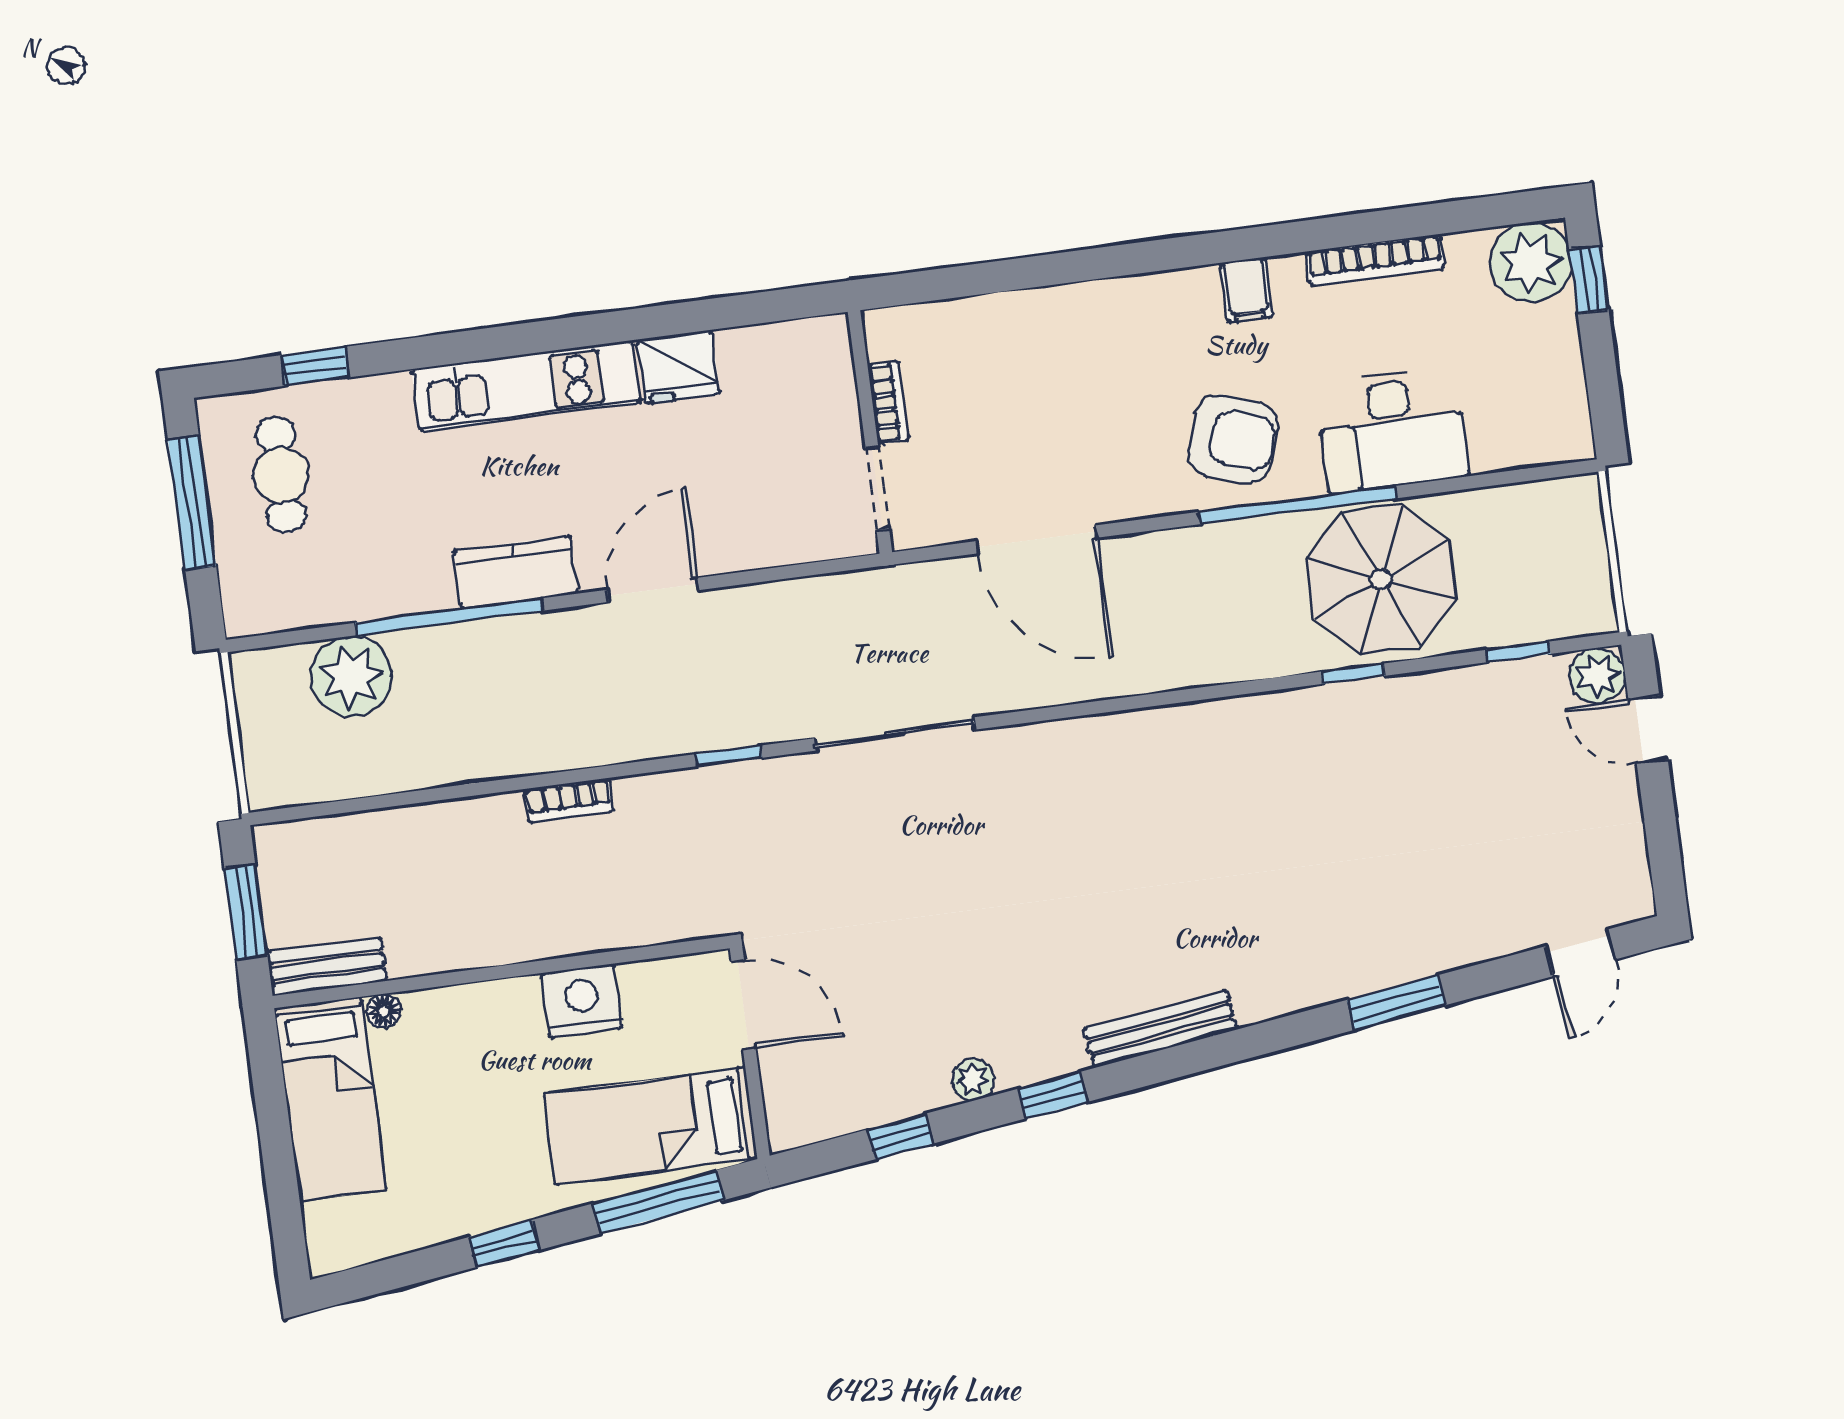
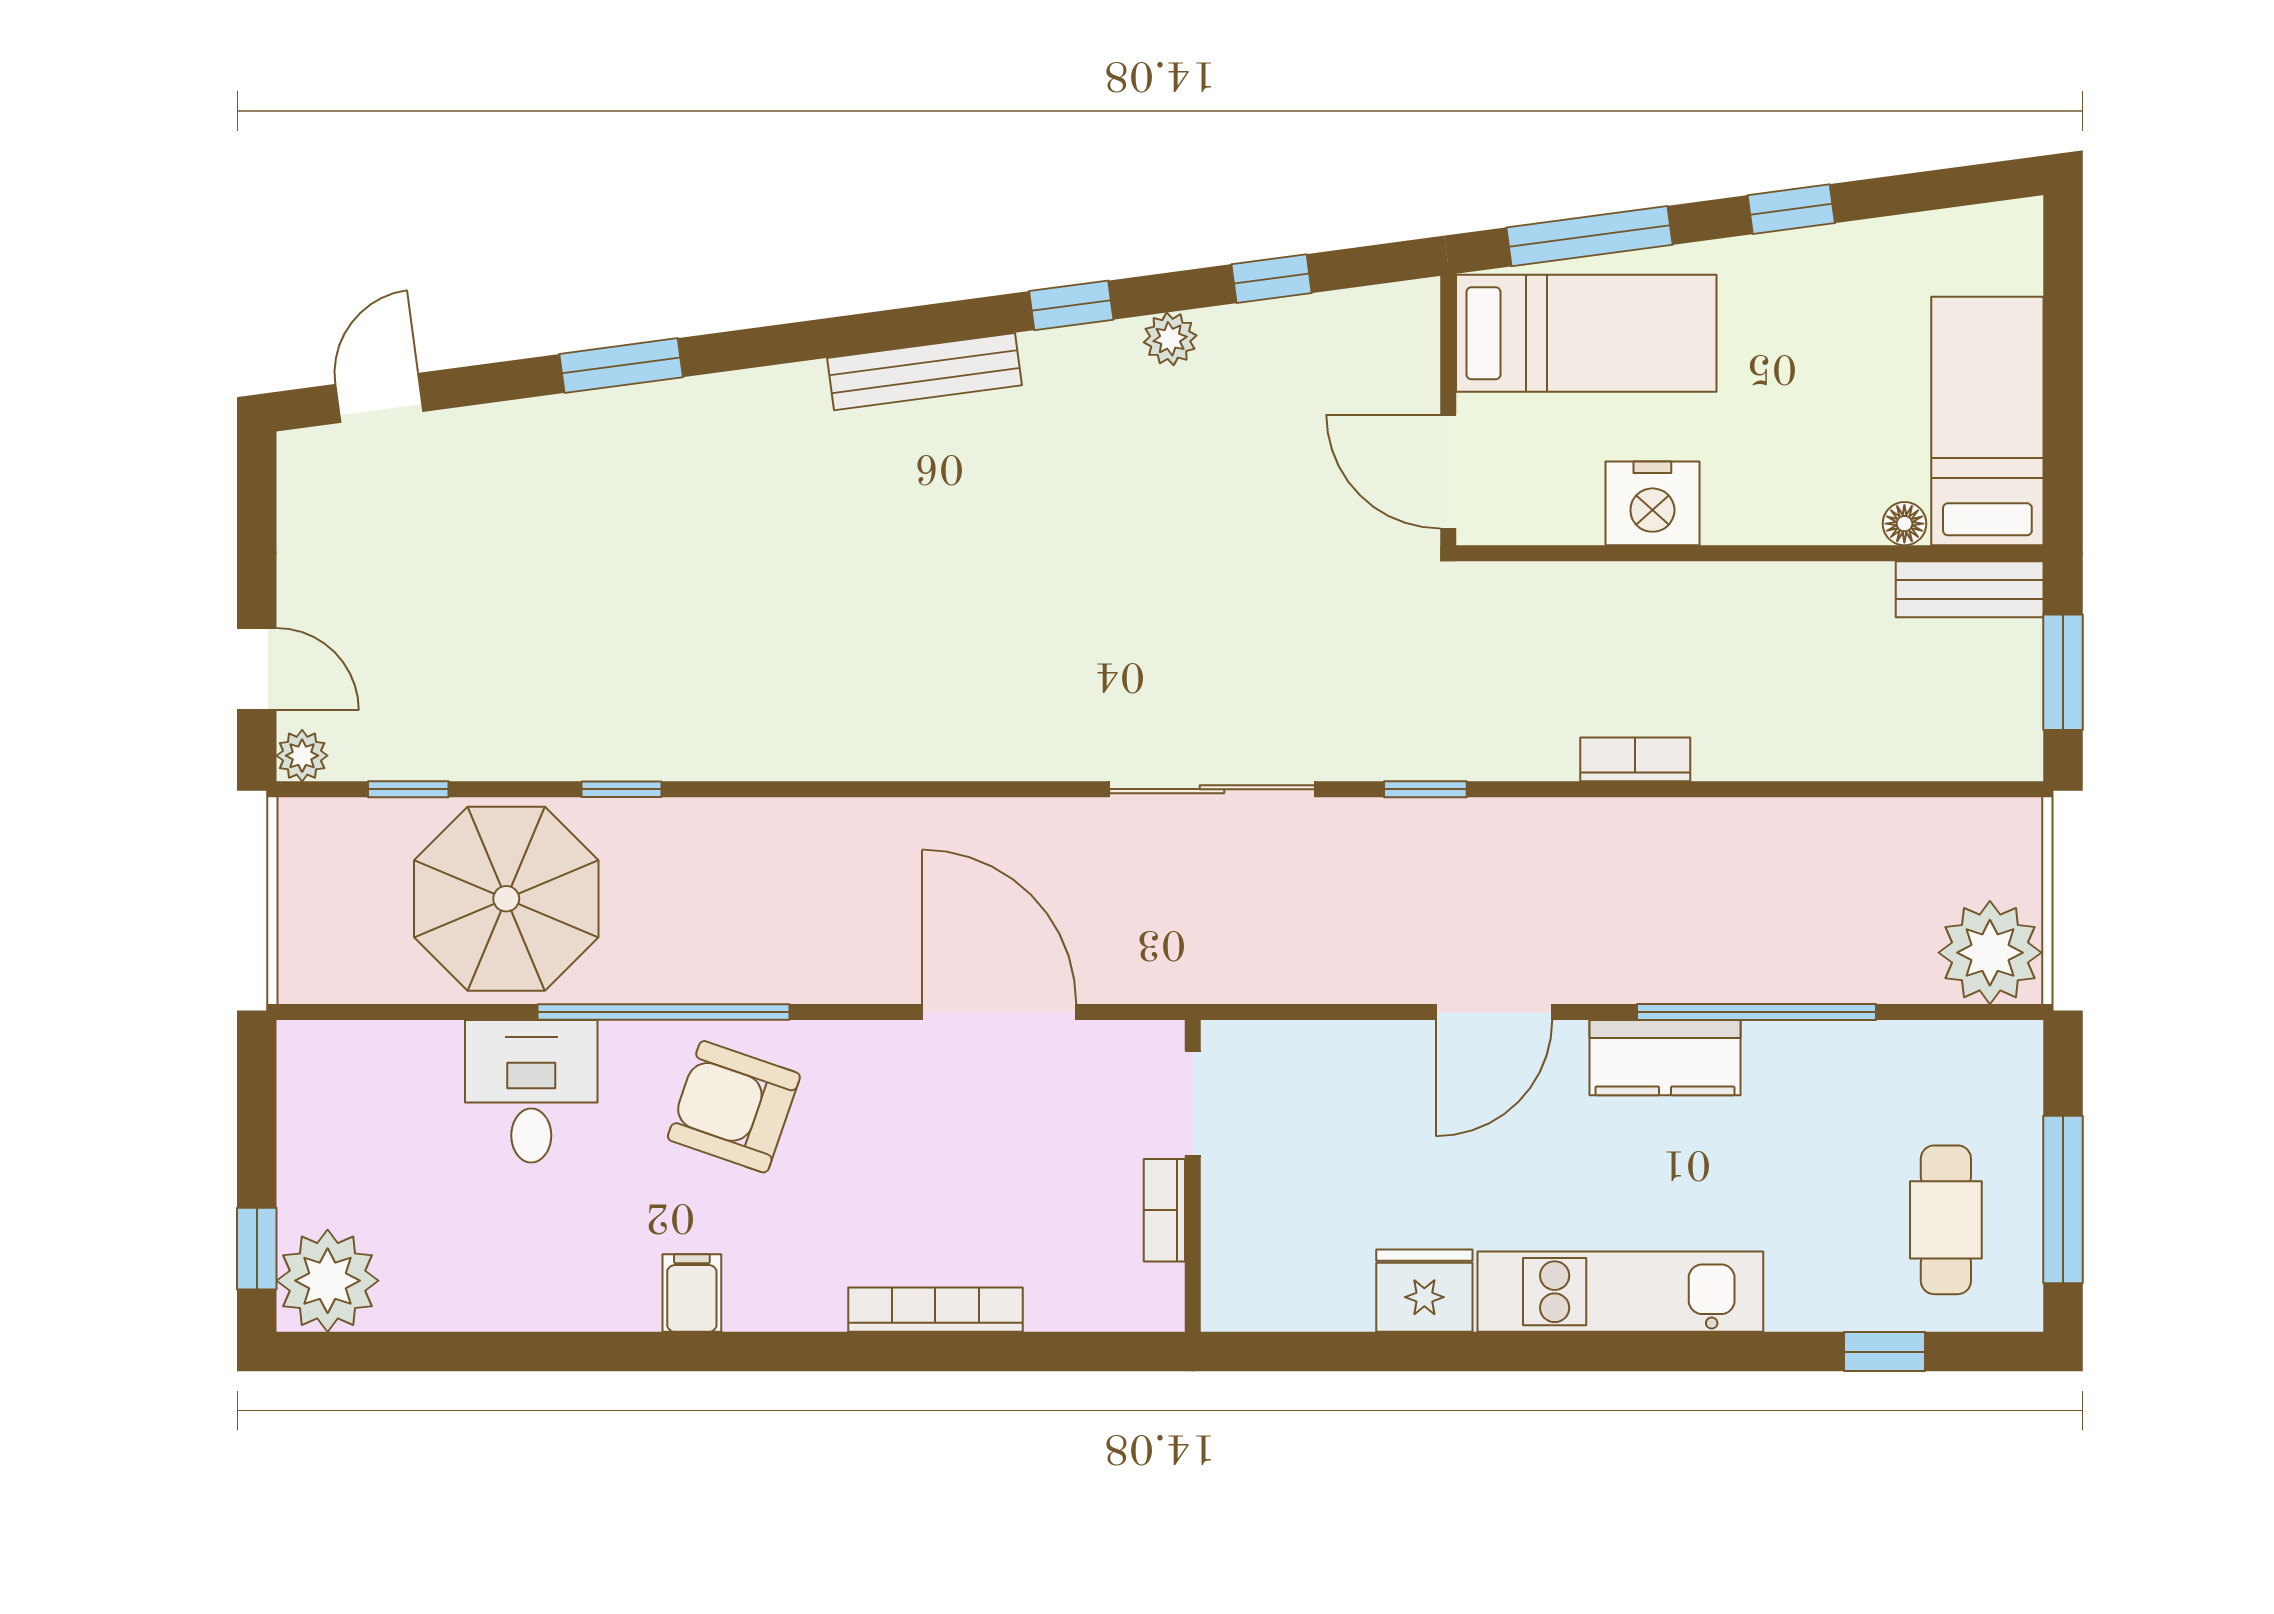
bookcase: (1375, 260) -> (935, 1310), moved
desk: (1392, 430) -> (531, 1091), width x0.73
parasol: (1381, 579) -> (506, 899), moved
plant: (1598, 676) -> (302, 756), width x0.73, depth x0.73
plant: (351, 677) -> (1990, 953), moved

